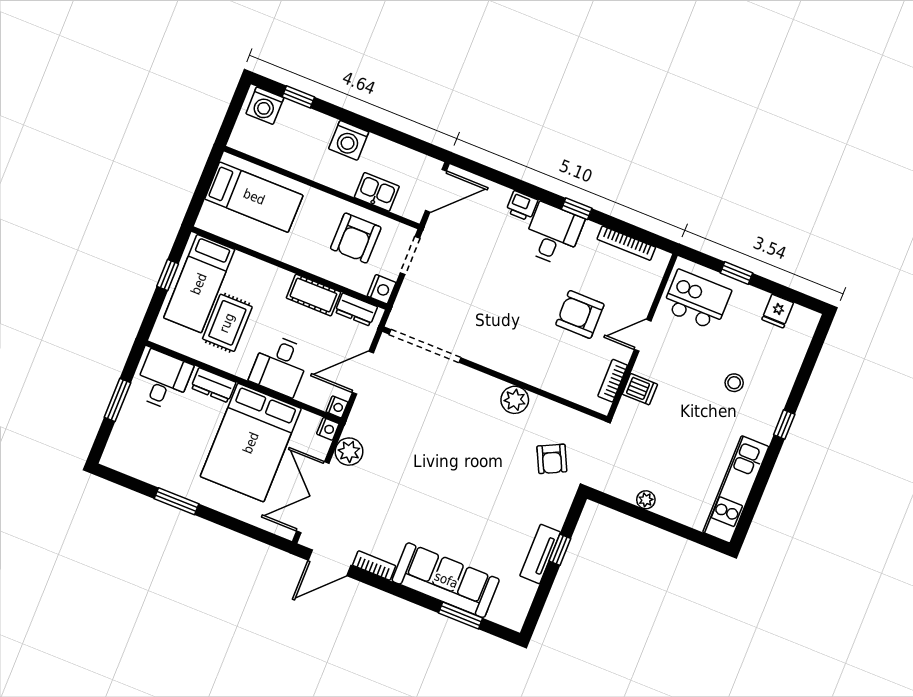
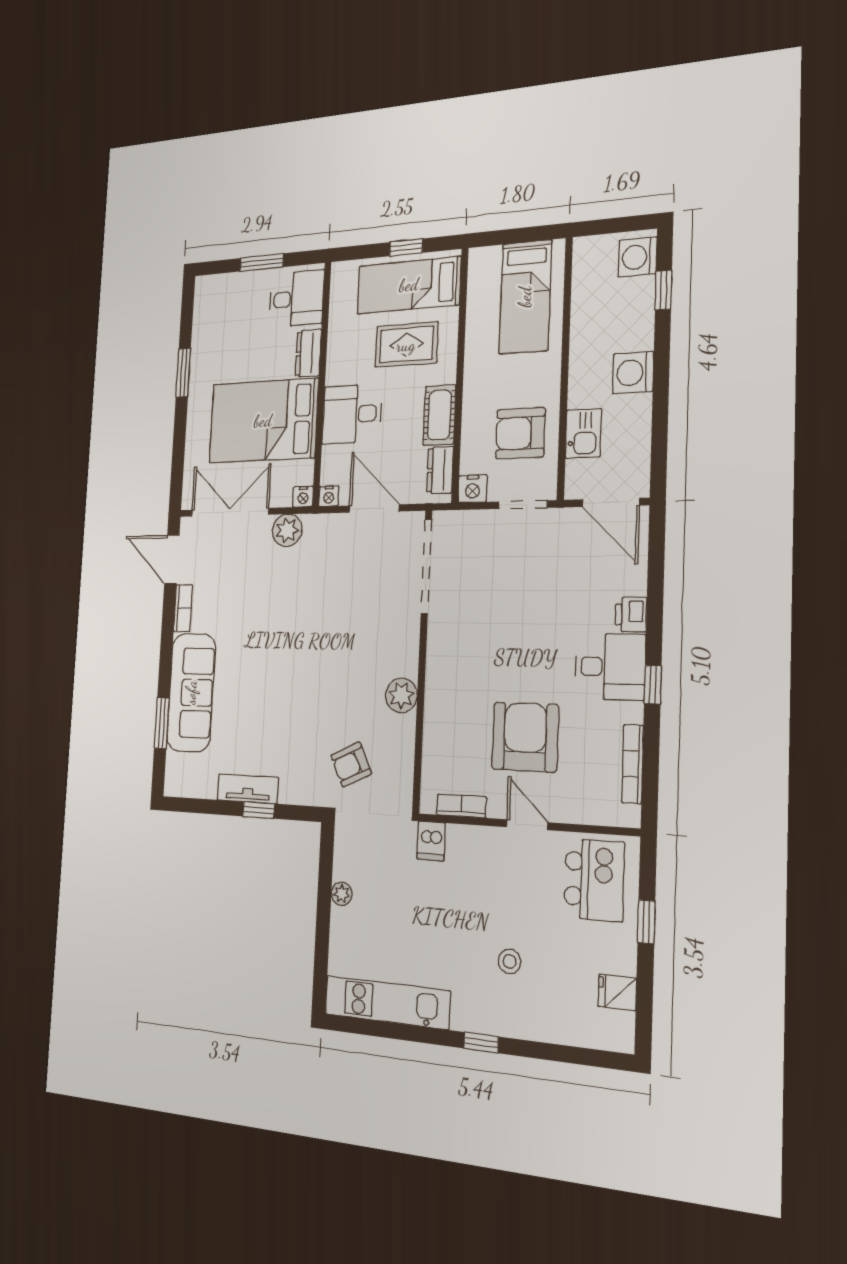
armchair: (580, 314) -> (525, 737), width x1.36, depth x1.36
rug: (227, 323) -> (406, 345), moved
dishwasher: (640, 389) -> (431, 841), moved

